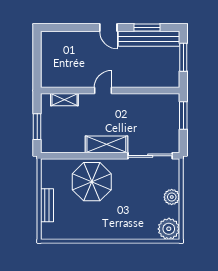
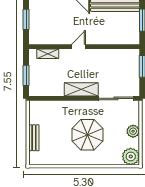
window: (37, 56) -> (26, 19), added
parasol: (92, 182) -> (87, 135), moved

